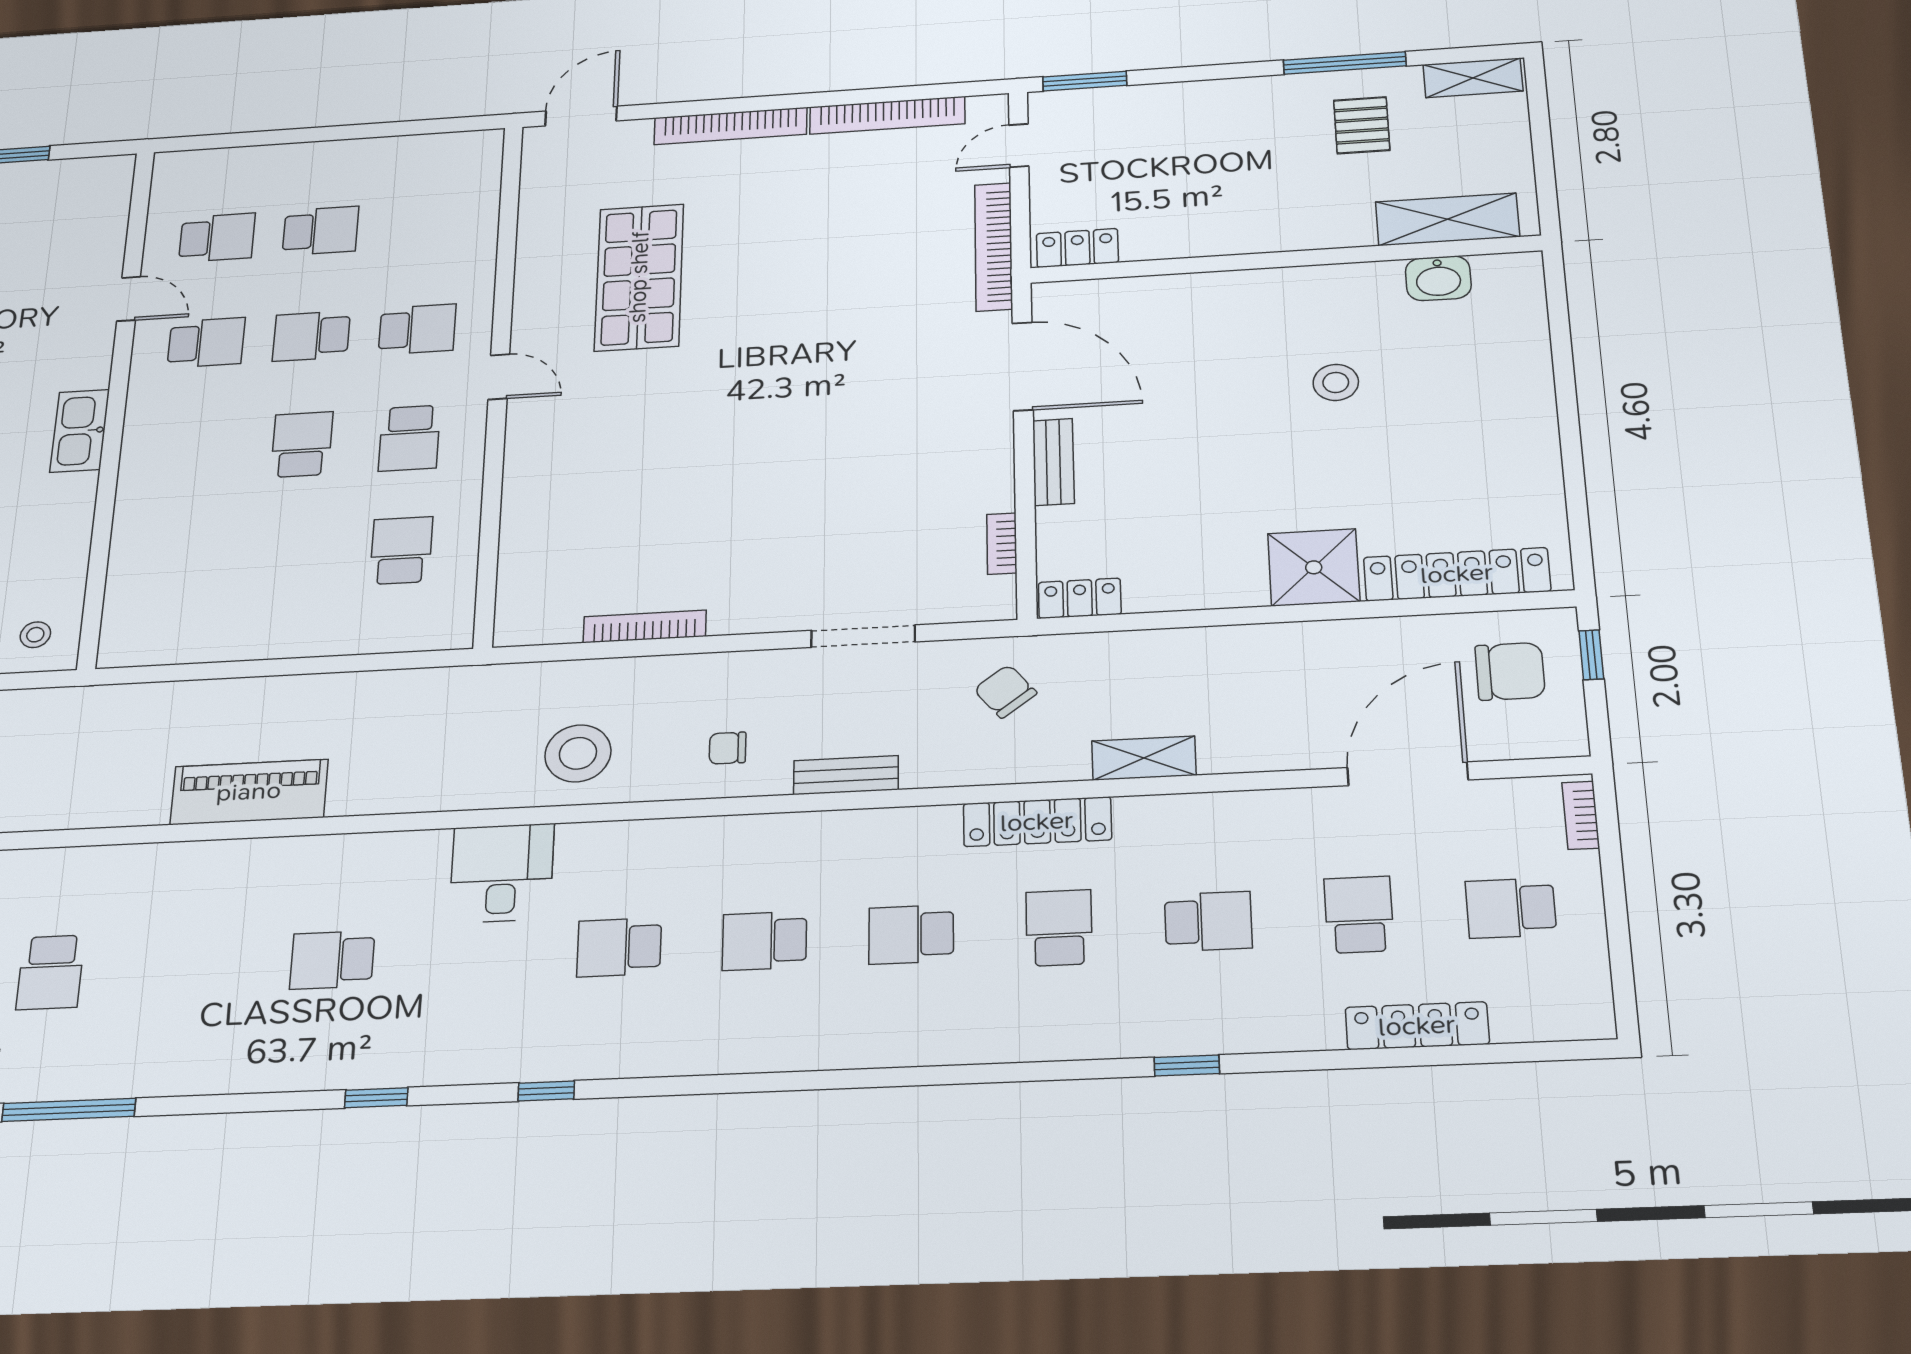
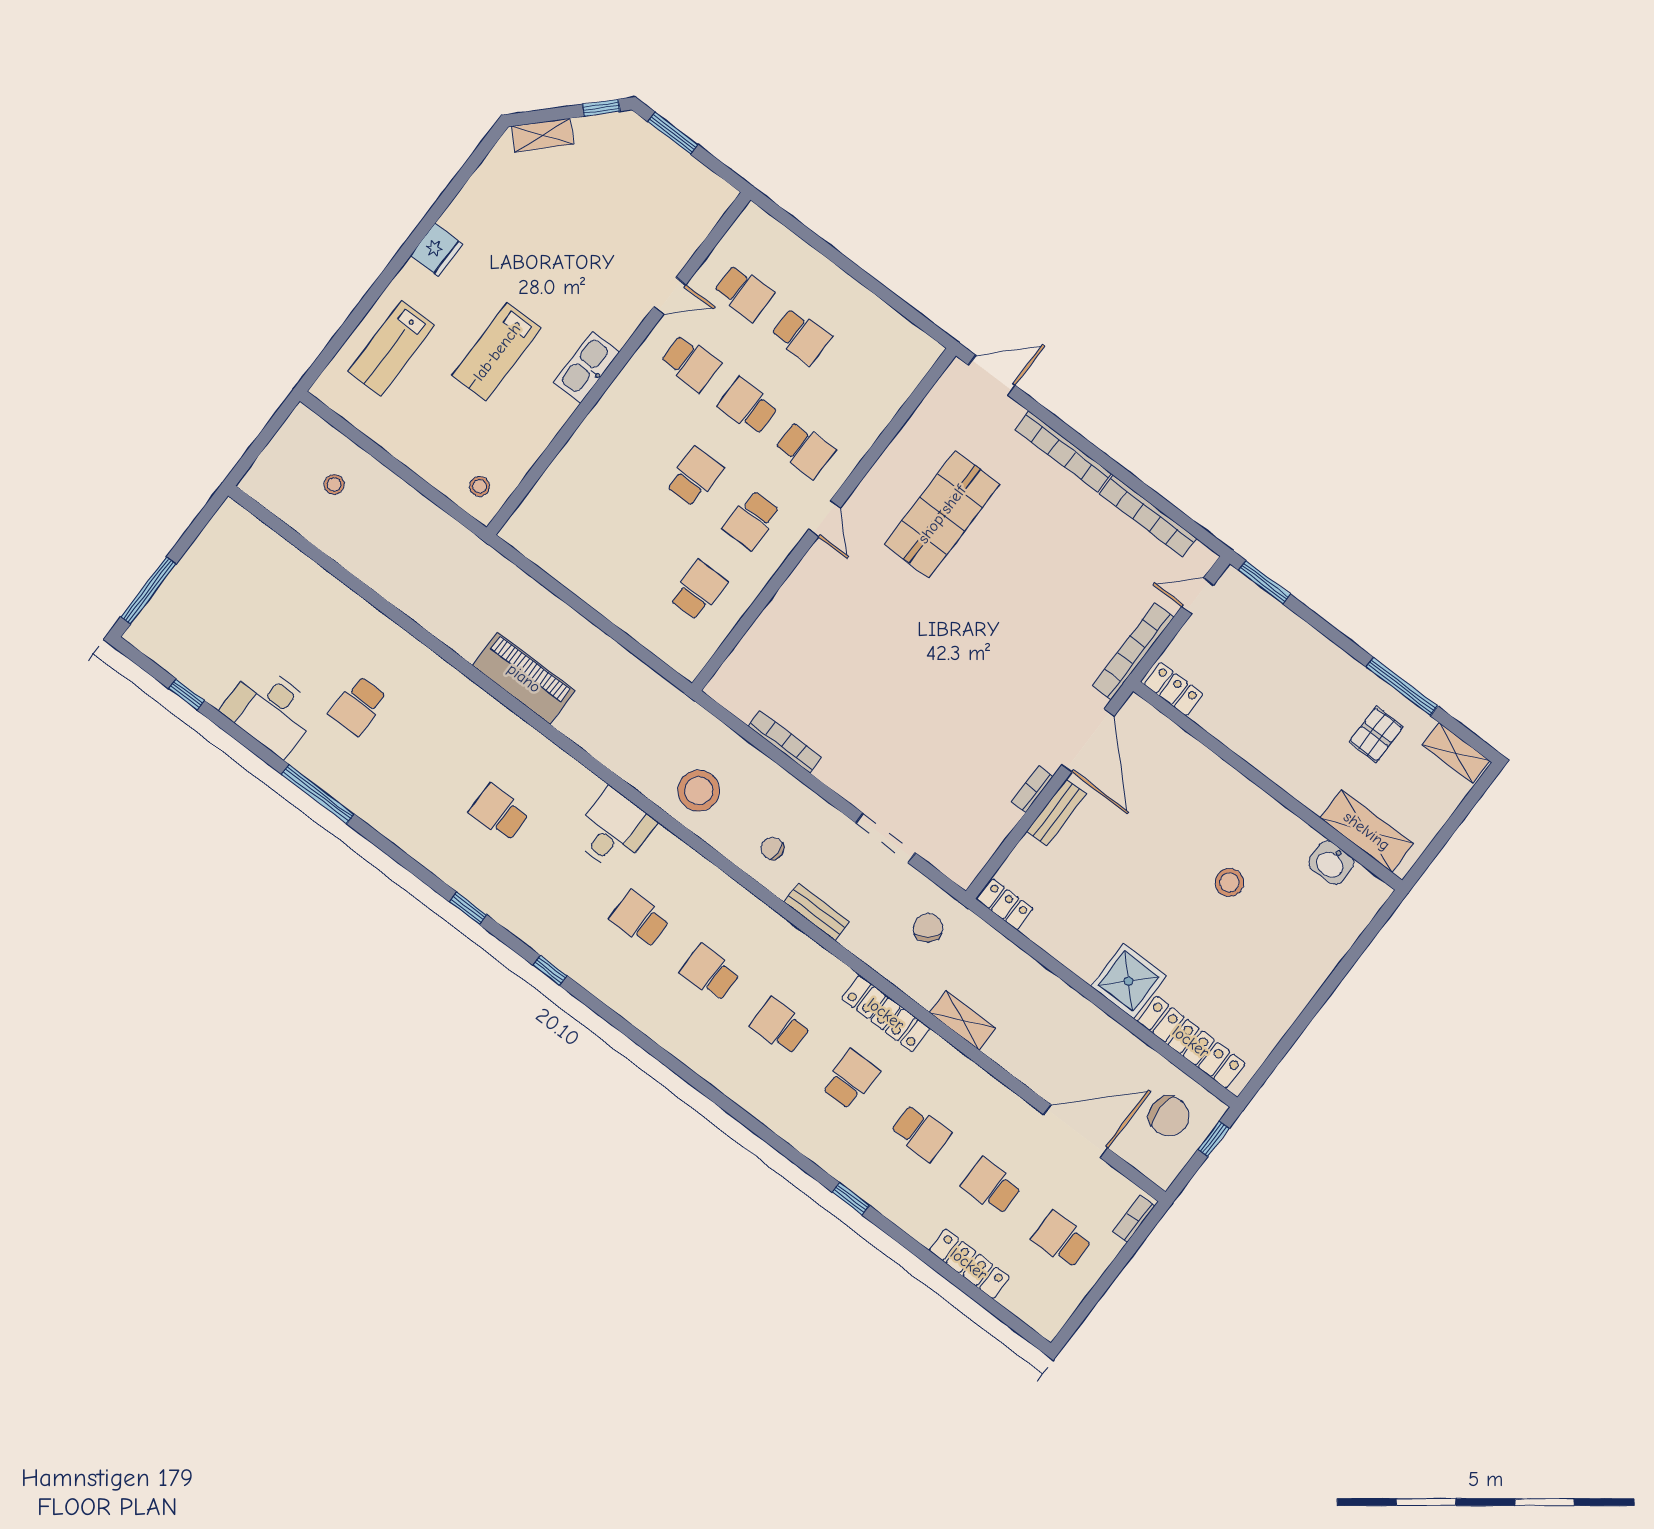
door: (129, 299) -> (670, 296), hinge flipped
bookcase: (1002, 544) -> (1032, 789), moved
school desk: (1359, 915) -> (991, 1186), turned -90

